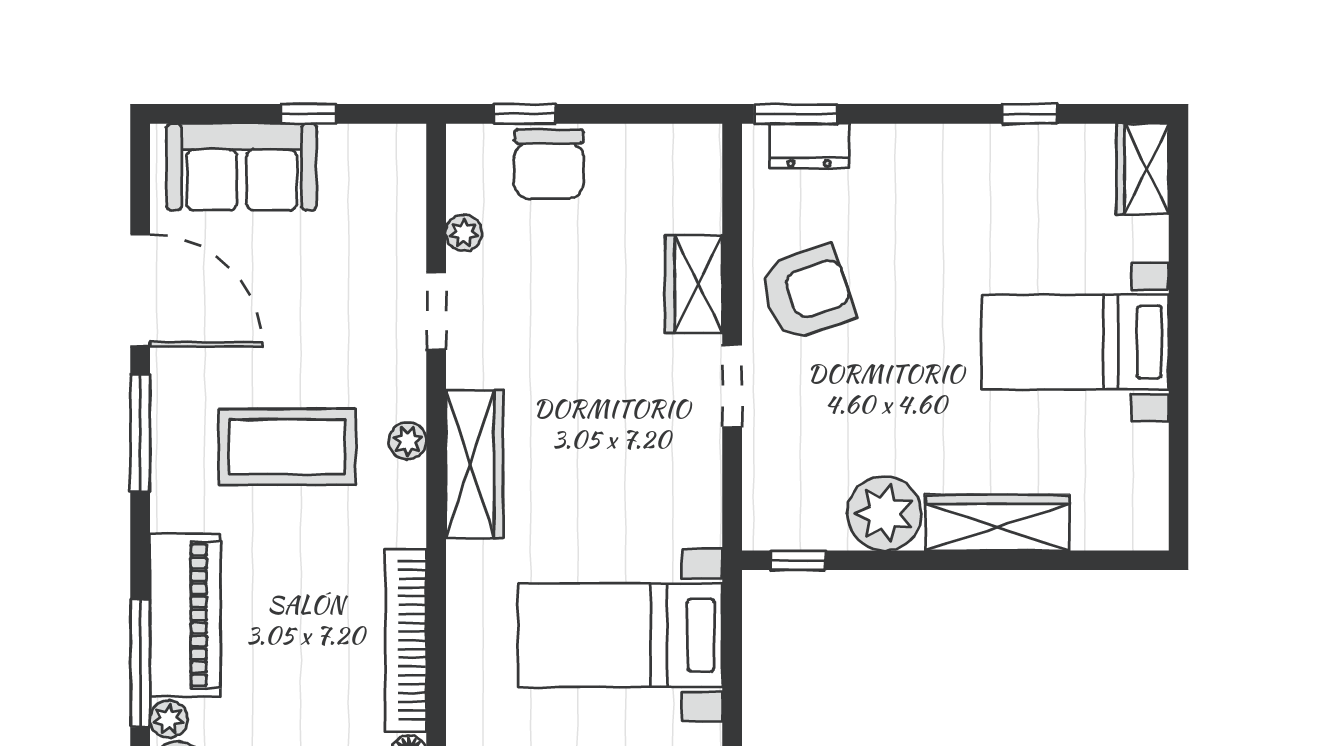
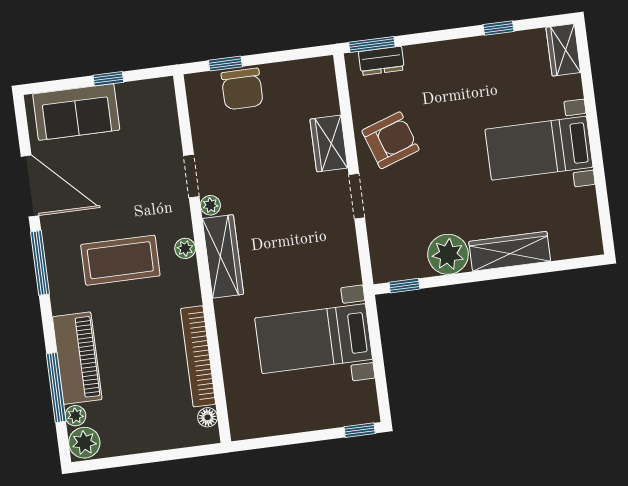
plant: (464, 233) -> (210, 205), moved

